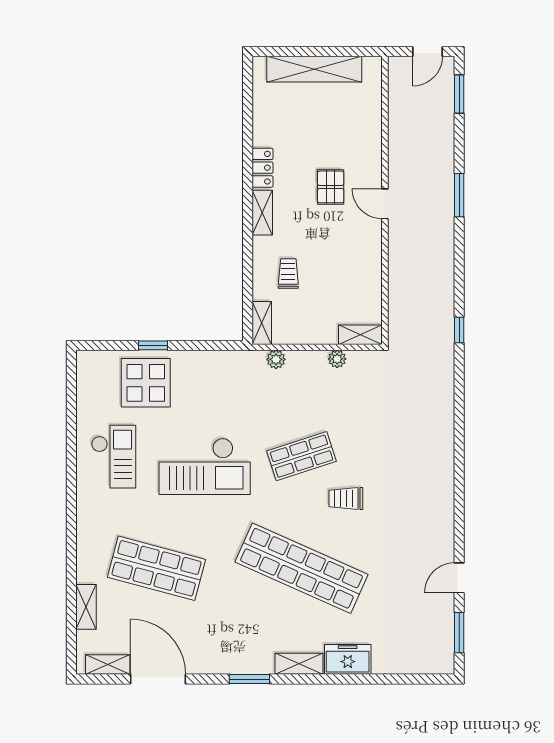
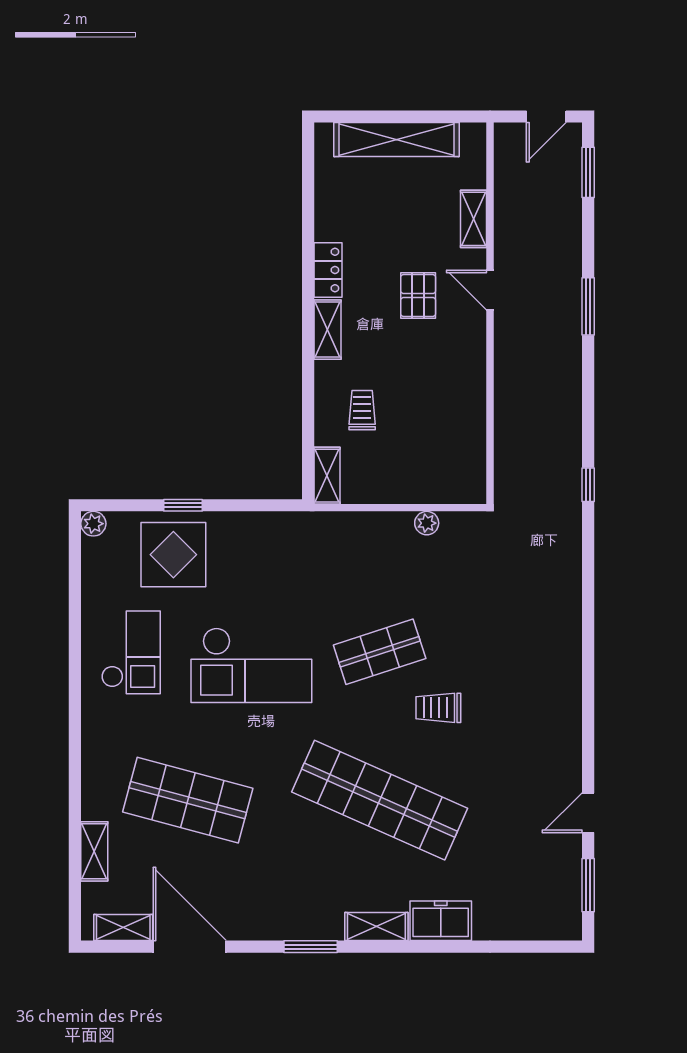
door: (385, 204) -> (490, 290), moved
shelving: (360, 335) -> (473, 219), moved, turned 90
plant: (276, 359) -> (93, 524), moved

